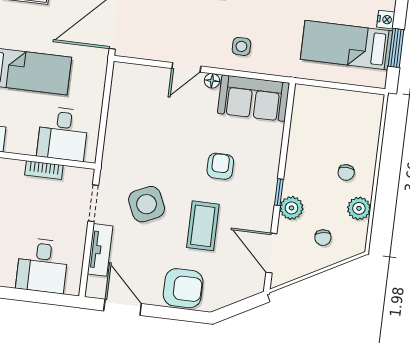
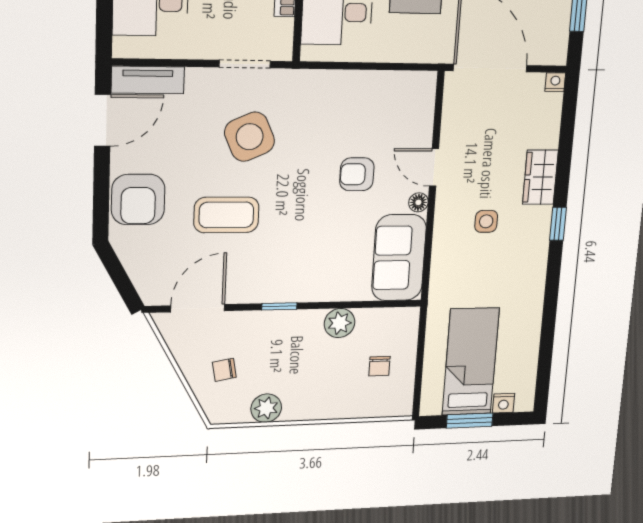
side table: (241, 46) -> (486, 221), moved
armchair: (220, 166) -> (357, 174), moved, turned 180
chair: (346, 172) -> (379, 366), moved, turned -90
plant: (291, 208) -> (339, 323), moved
tv unit: (100, 250) -> (148, 80), moved

